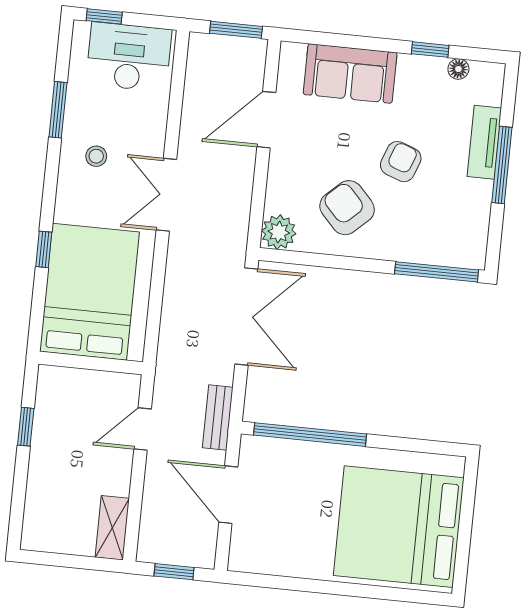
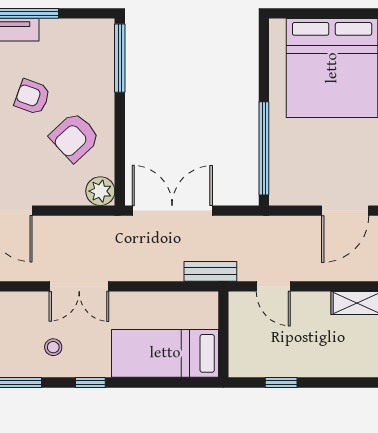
window: (44, 249) -> (90, 382), moved
bed: (89, 292) -> (165, 353), width x0.67
bench: (218, 418) -> (210, 271), moved
door: (228, 495) -> (345, 211), moved

